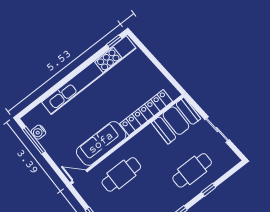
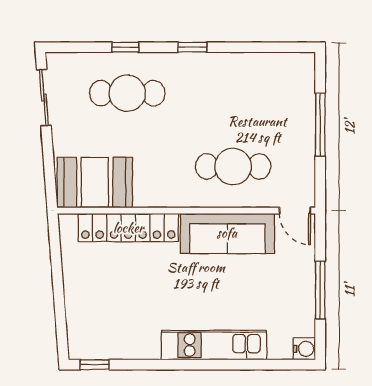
kitchen unit: (89, 75) -> (214, 345), width x0.54
sliding door: (217, 130) -> (44, 98), moved
water cooler: (38, 132) -> (304, 349), moved
window: (34, 140) -> (320, 290), moved

